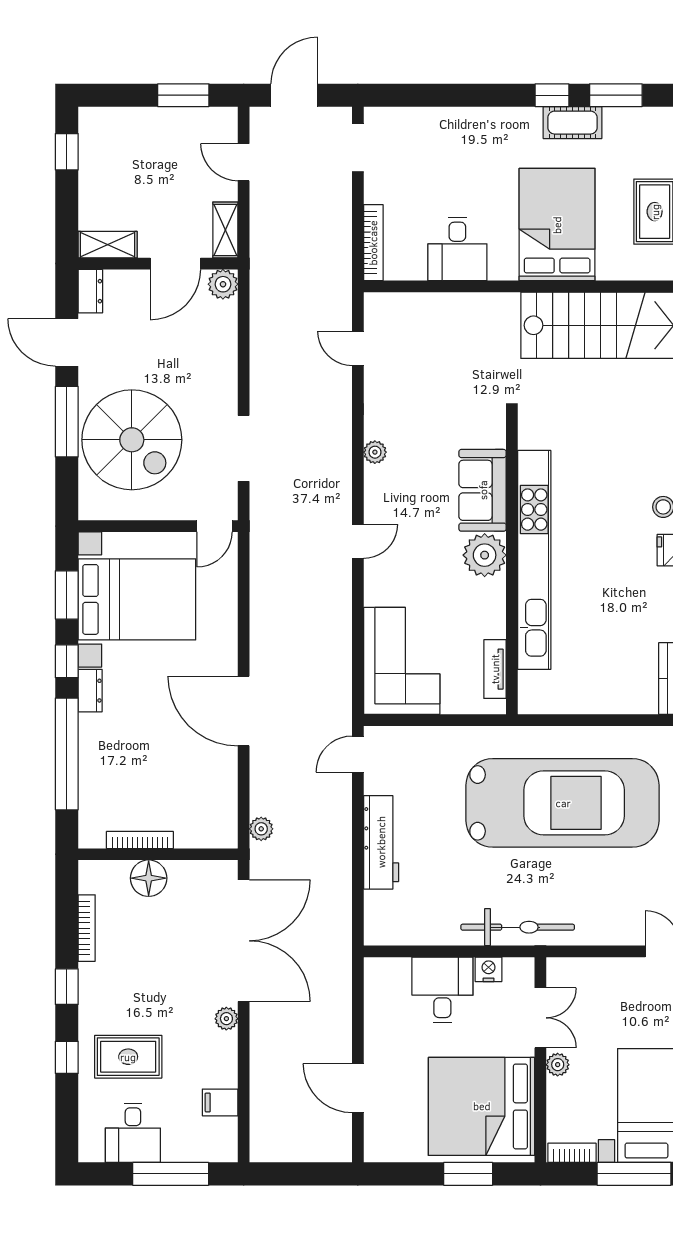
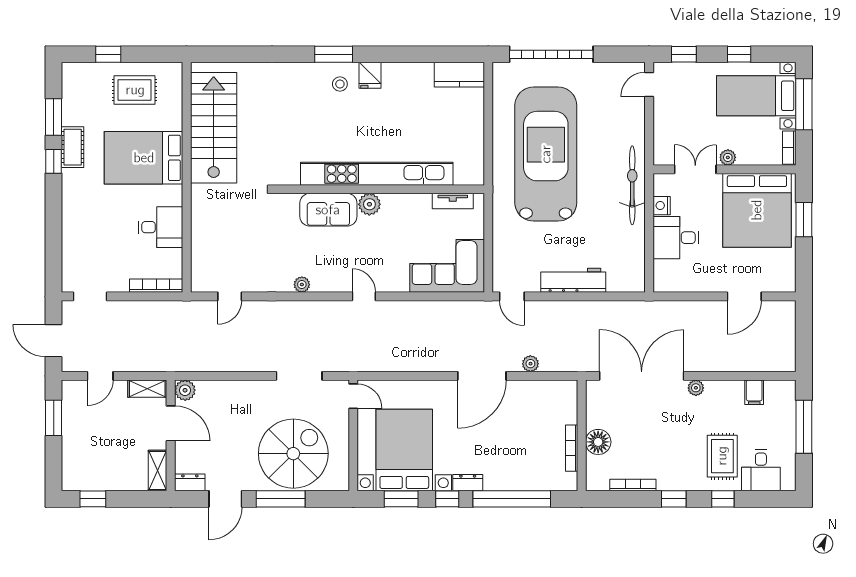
plant: (485, 555) -> (369, 204), width x0.73, depth x0.73
plant: (261, 829) -> (530, 364), moved
desk: (133, 1133) -> (761, 470), moved, turned 90

